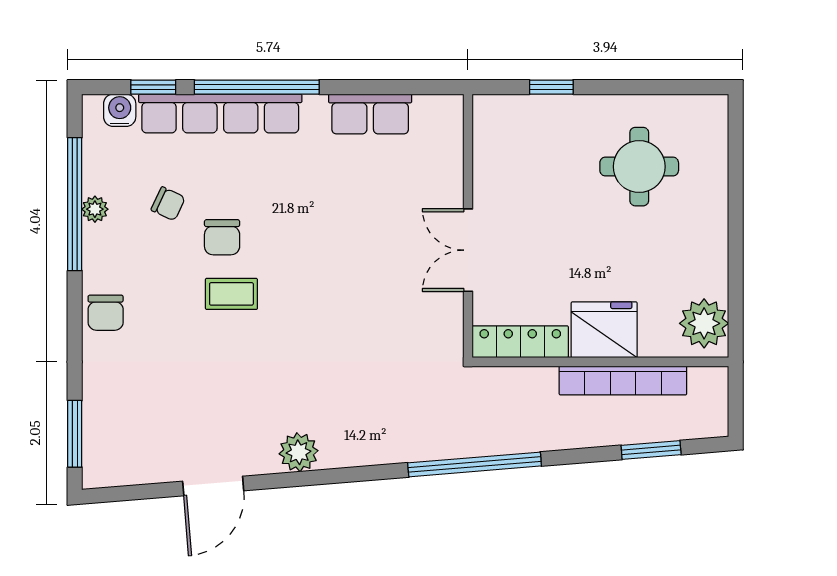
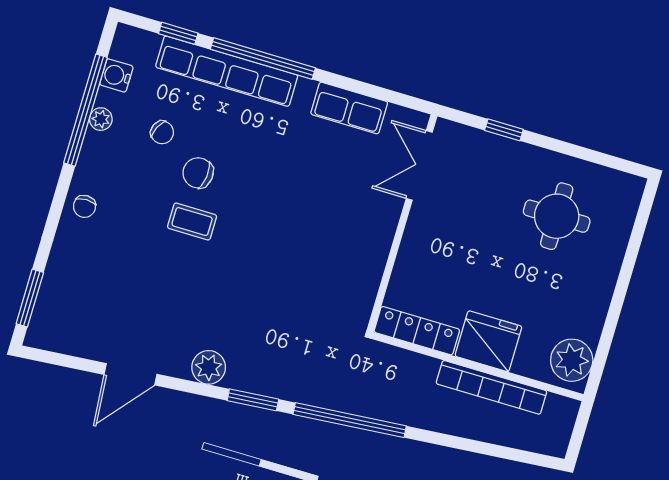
water cooler: (120, 110) -> (116, 75), moved, turned -90
chair: (222, 237) -> (198, 173), turned 96
double door: (468, 250) -> (419, 165), moved
chair: (106, 313) -> (85, 206), width x0.73, depth x0.73
window: (651, 450) -> (253, 400), moved

